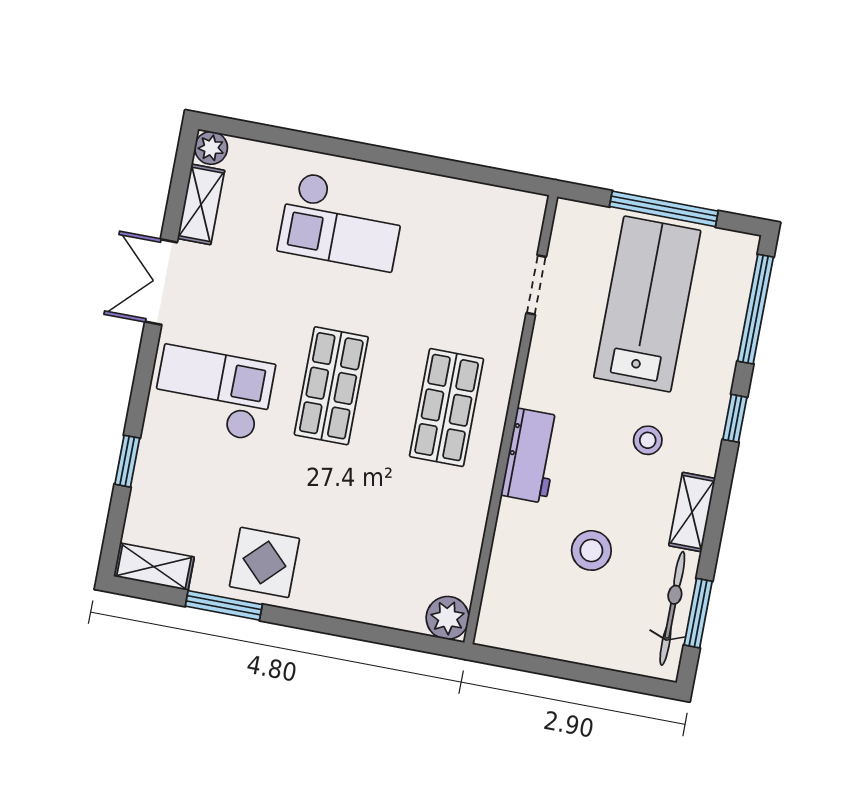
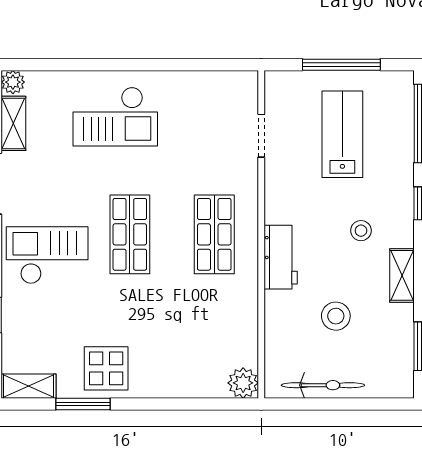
lab bench: (647, 304) -> (342, 134), width x0.73, depth x0.72
bicycle: (672, 608) -> (323, 385), moved, turned 90

